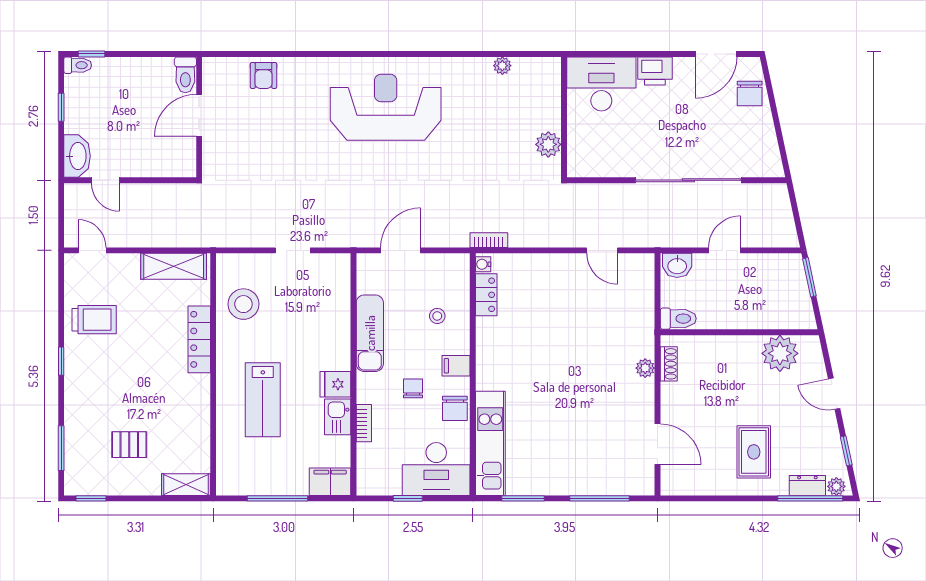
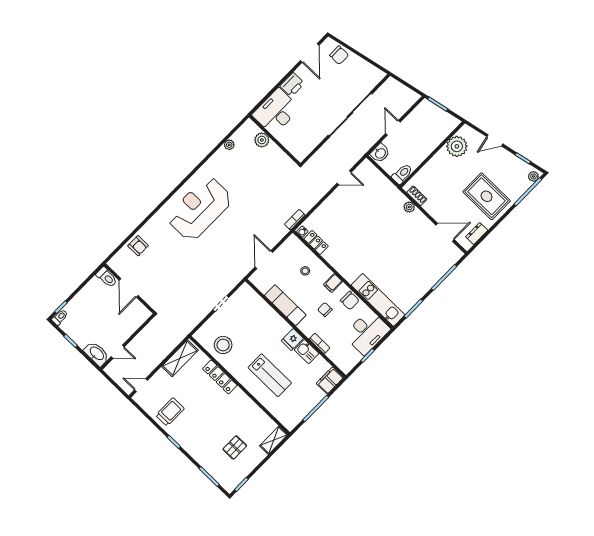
plant: (548, 144) -> (262, 140), moved
rug: (754, 452) -> (487, 196), width x1.36, depth x1.43
dresser: (807, 485) -> (477, 234), moved

